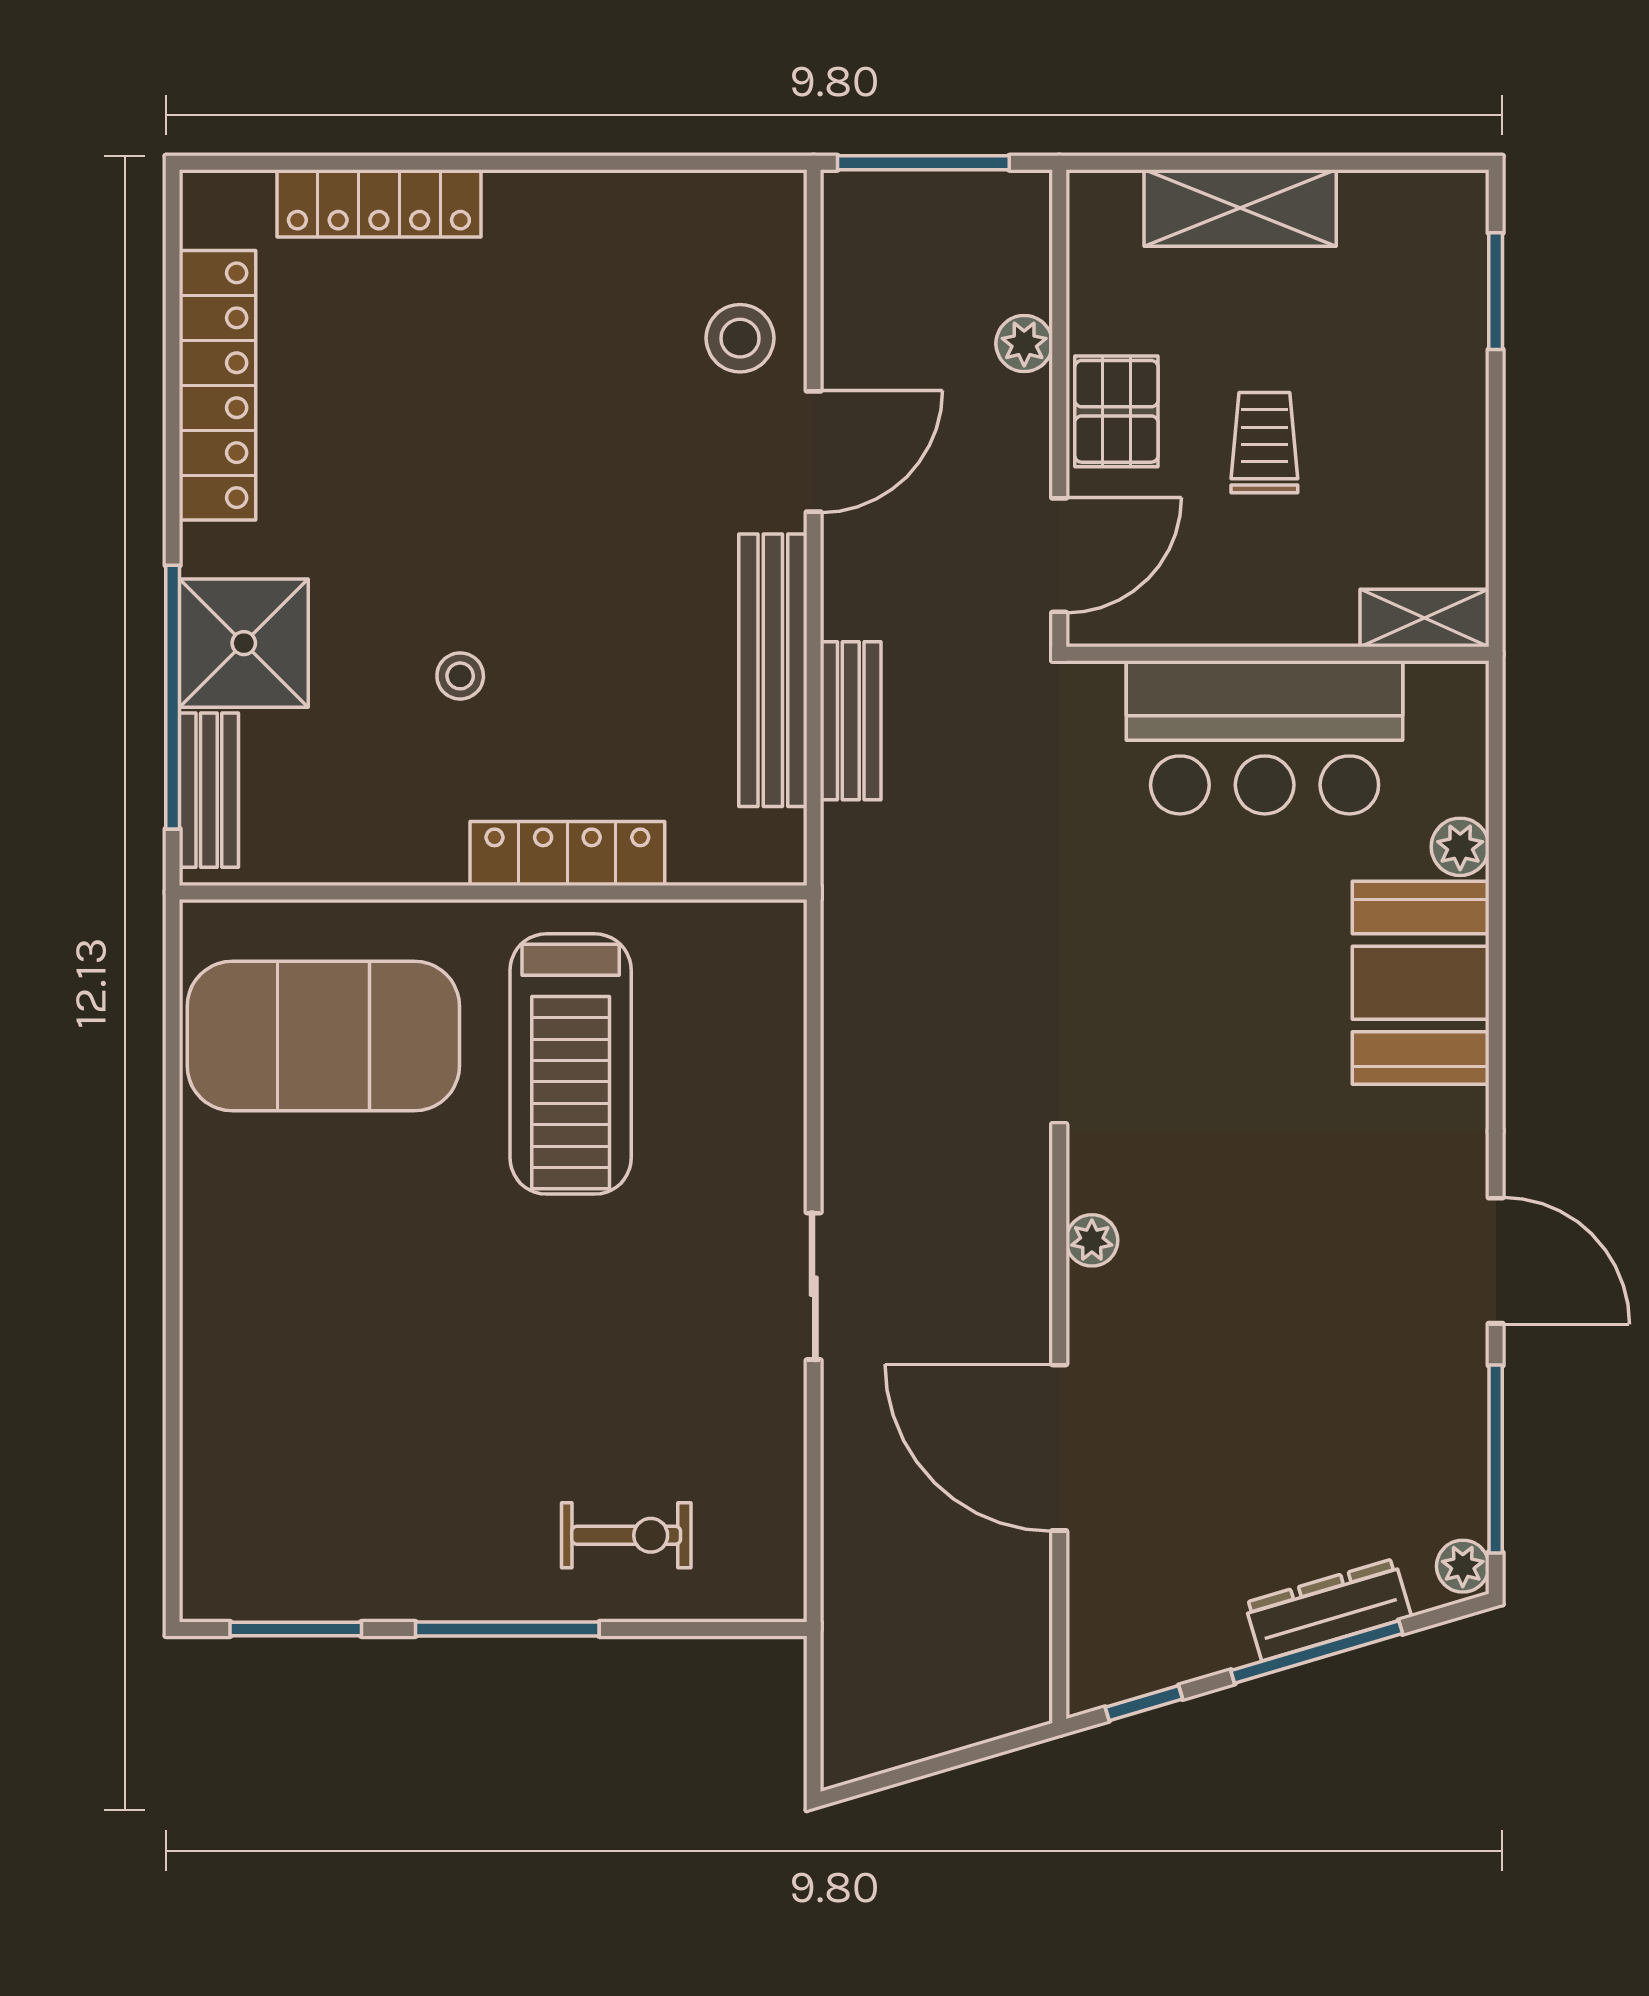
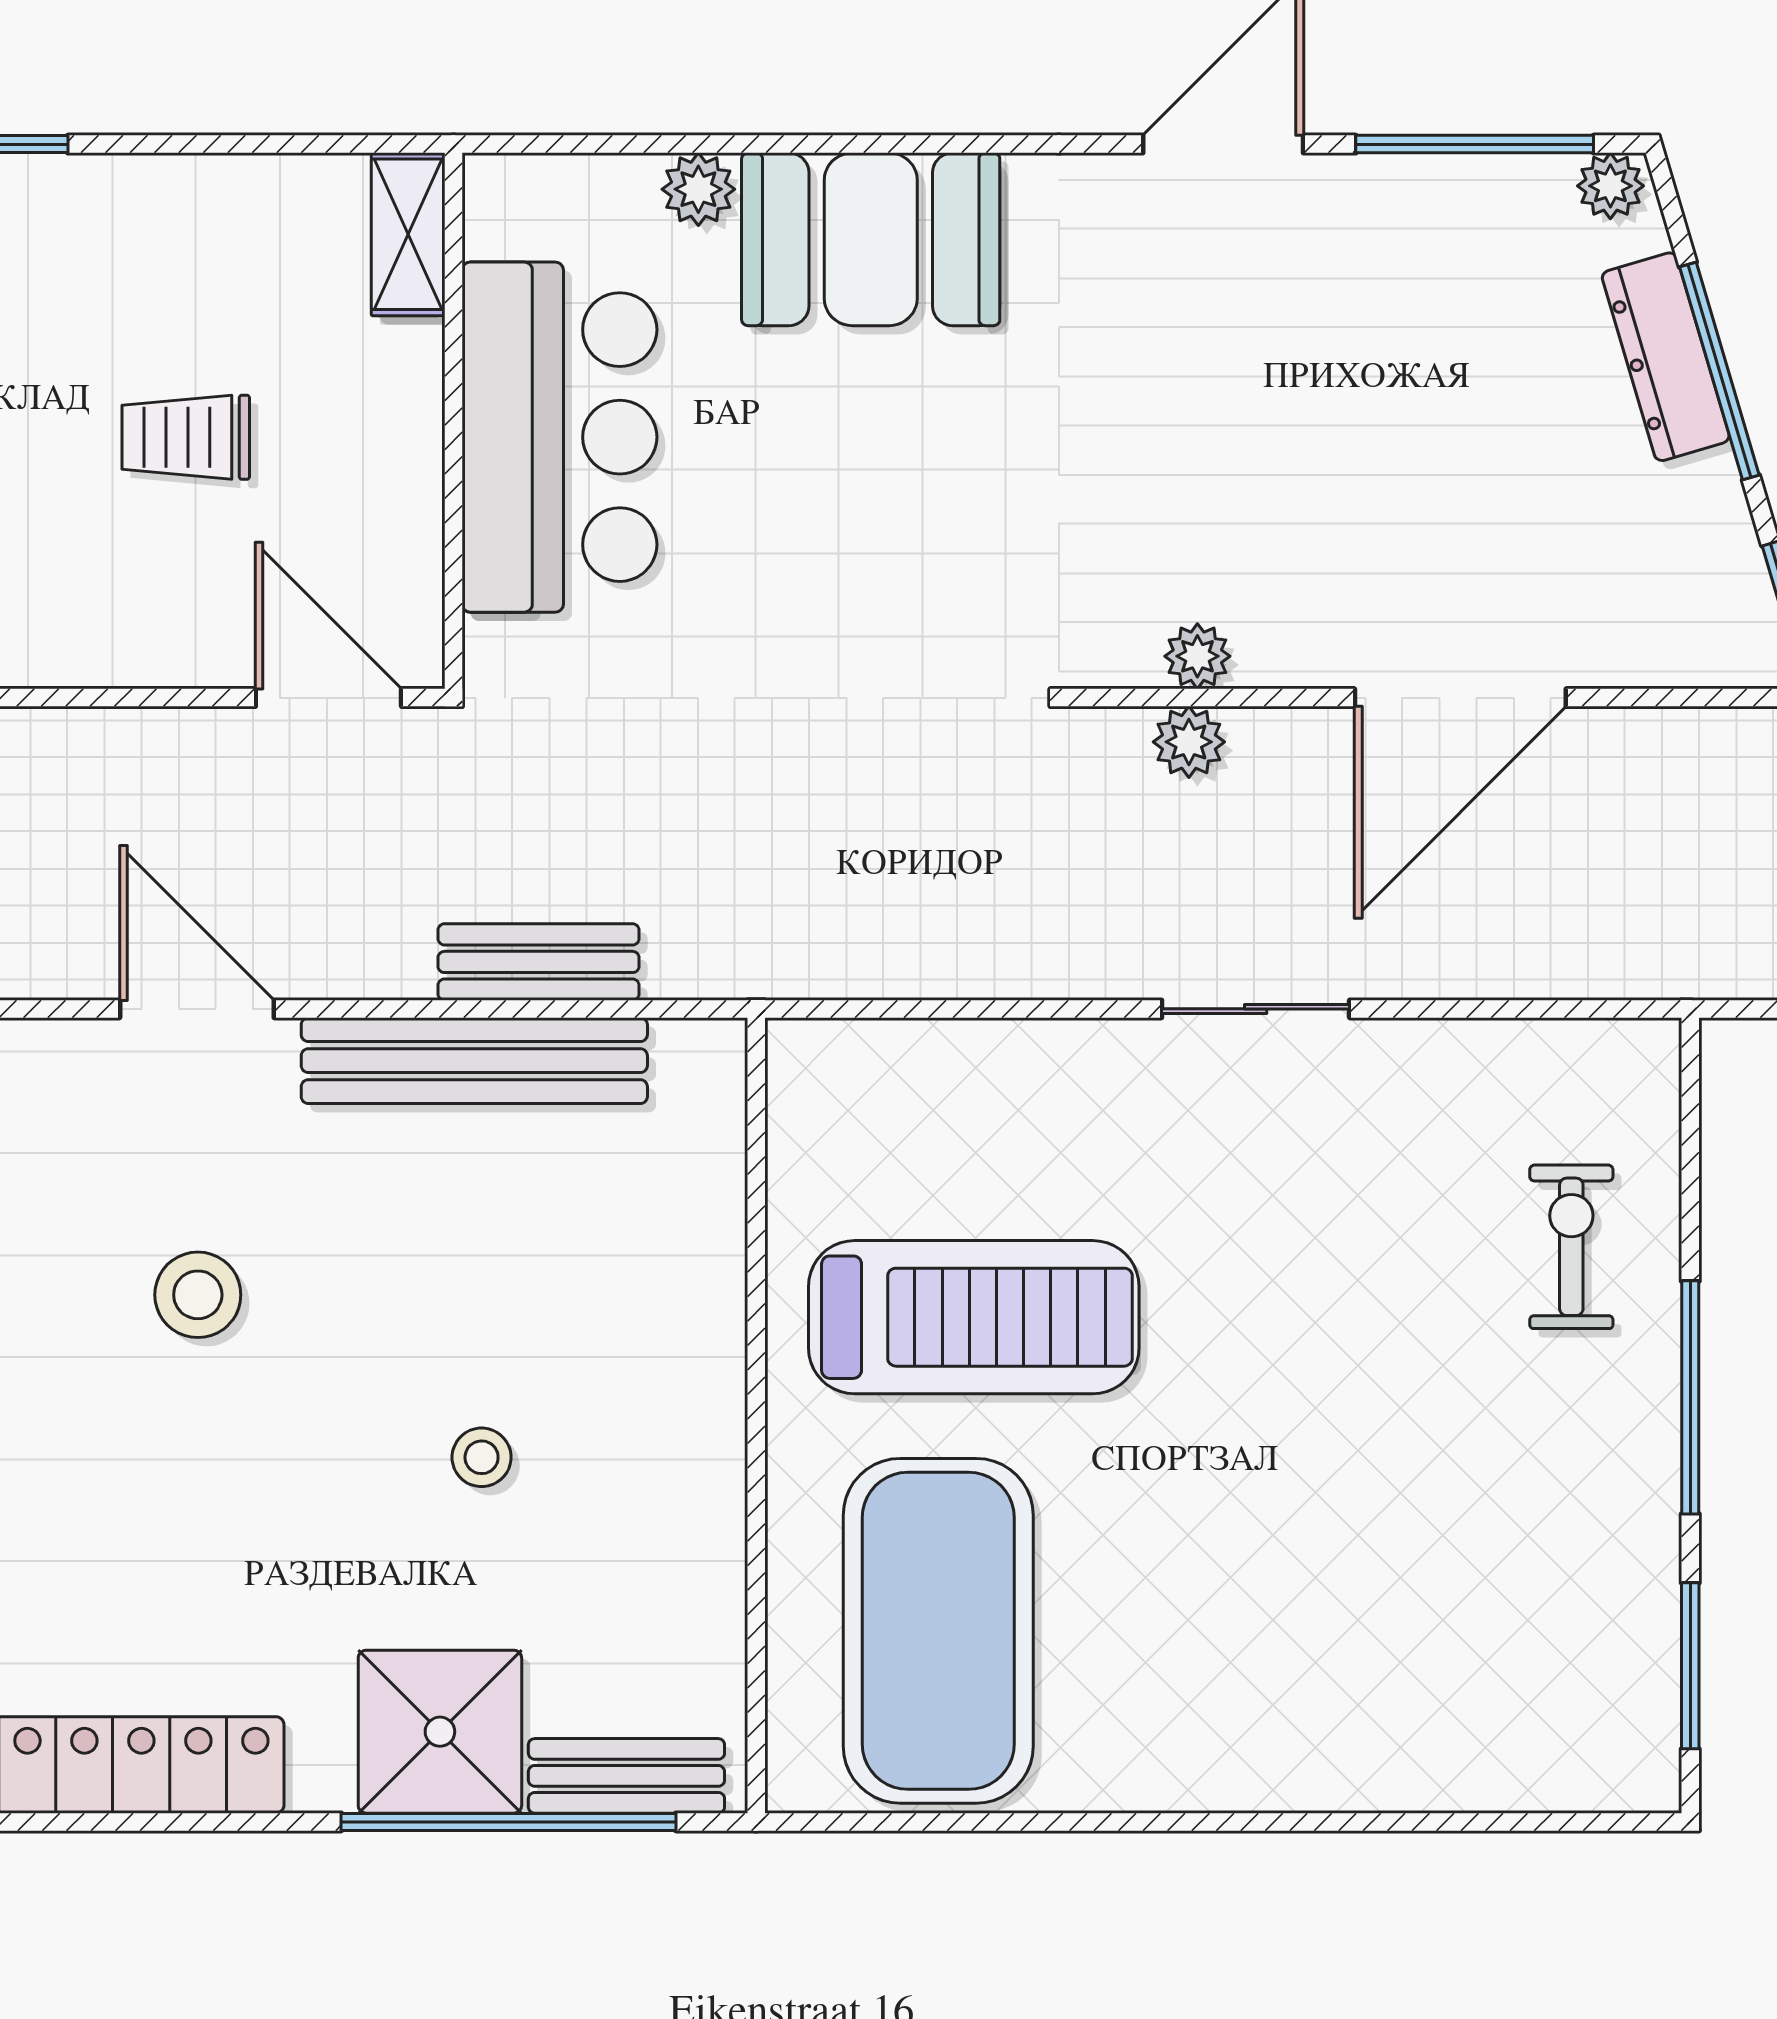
stool: (740, 338) -> (198, 1295), moved
plant: (1024, 344) -> (1189, 742), moved
pallet: (1116, 411) -> (146, 625), removed
locker: (567, 853) -> (707, 1321), removed

